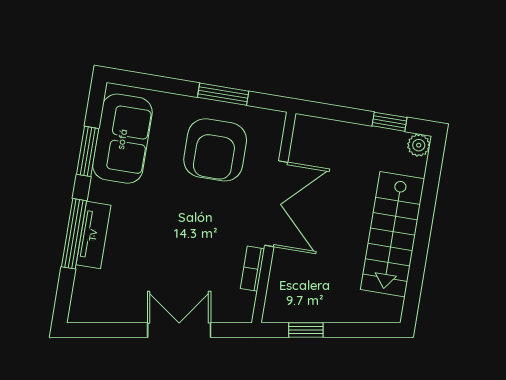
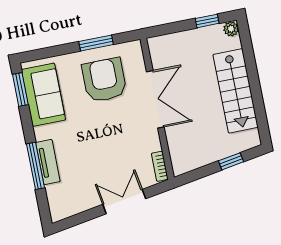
armchair: (215, 150) -> (104, 80), turned 180
window: (88, 151) -> (20, 90), moved
bookcase: (252, 269) -> (160, 166), moved
window: (306, 330) -> (231, 161), moved

